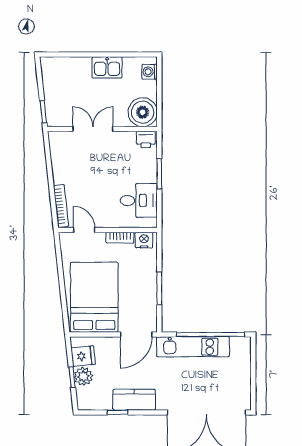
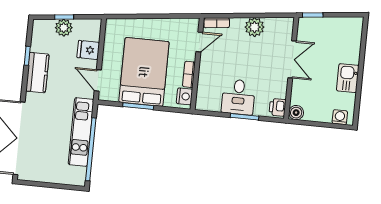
boiler: (143, 112) -> (296, 113), width x0.54, depth x0.54
plant: (62, 173) -> (255, 27), added
desk: (139, 200) -> (238, 97), moved
bookcase: (61, 206) -> (217, 23), width x0.64
bed: (94, 297) -> (144, 72), moved, turned -90
door: (136, 334) -> (98, 80), width x0.73
fridge: (83, 356) -> (88, 50), moved, turned 96

